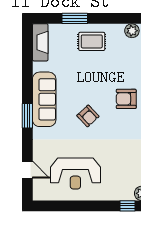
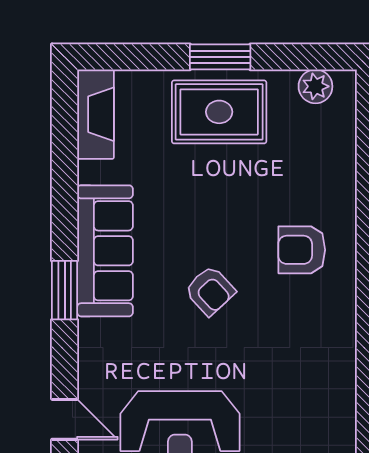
window: (75, 18) -> (220, 57), moved
rug: (92, 41) -> (219, 112), width x1.36, depth x1.43

